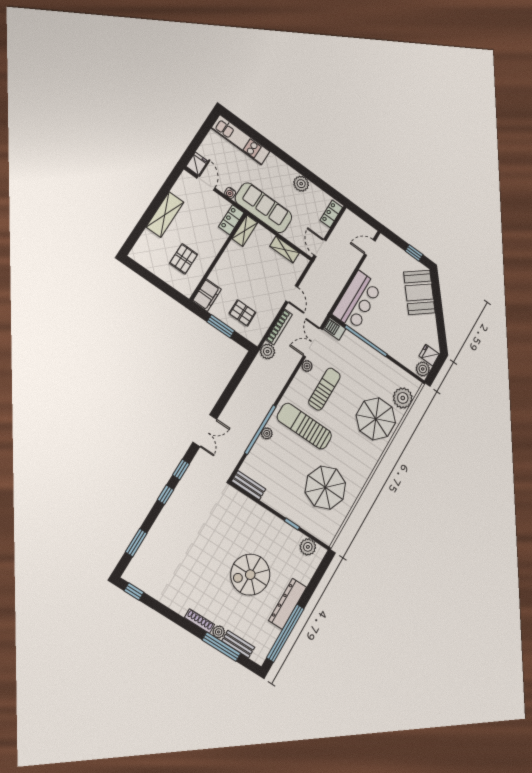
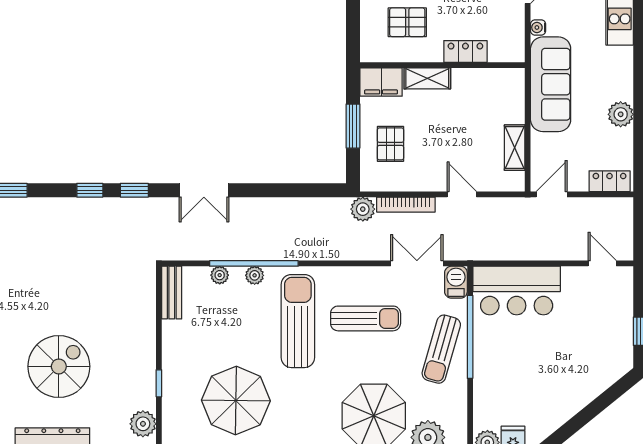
locker: (231, 220) -> (465, 52), moved
shelving: (245, 231) -> (427, 78), moved
booth: (419, 292) -> (590, 373), removed
door: (292, 294) -> (462, 194), swing flipped
sun lounger: (363, 360) -> (441, 349), added
plant: (307, 366) -> (220, 275), moved
spiral stairs: (250, 575) -> (59, 366), turned 90

